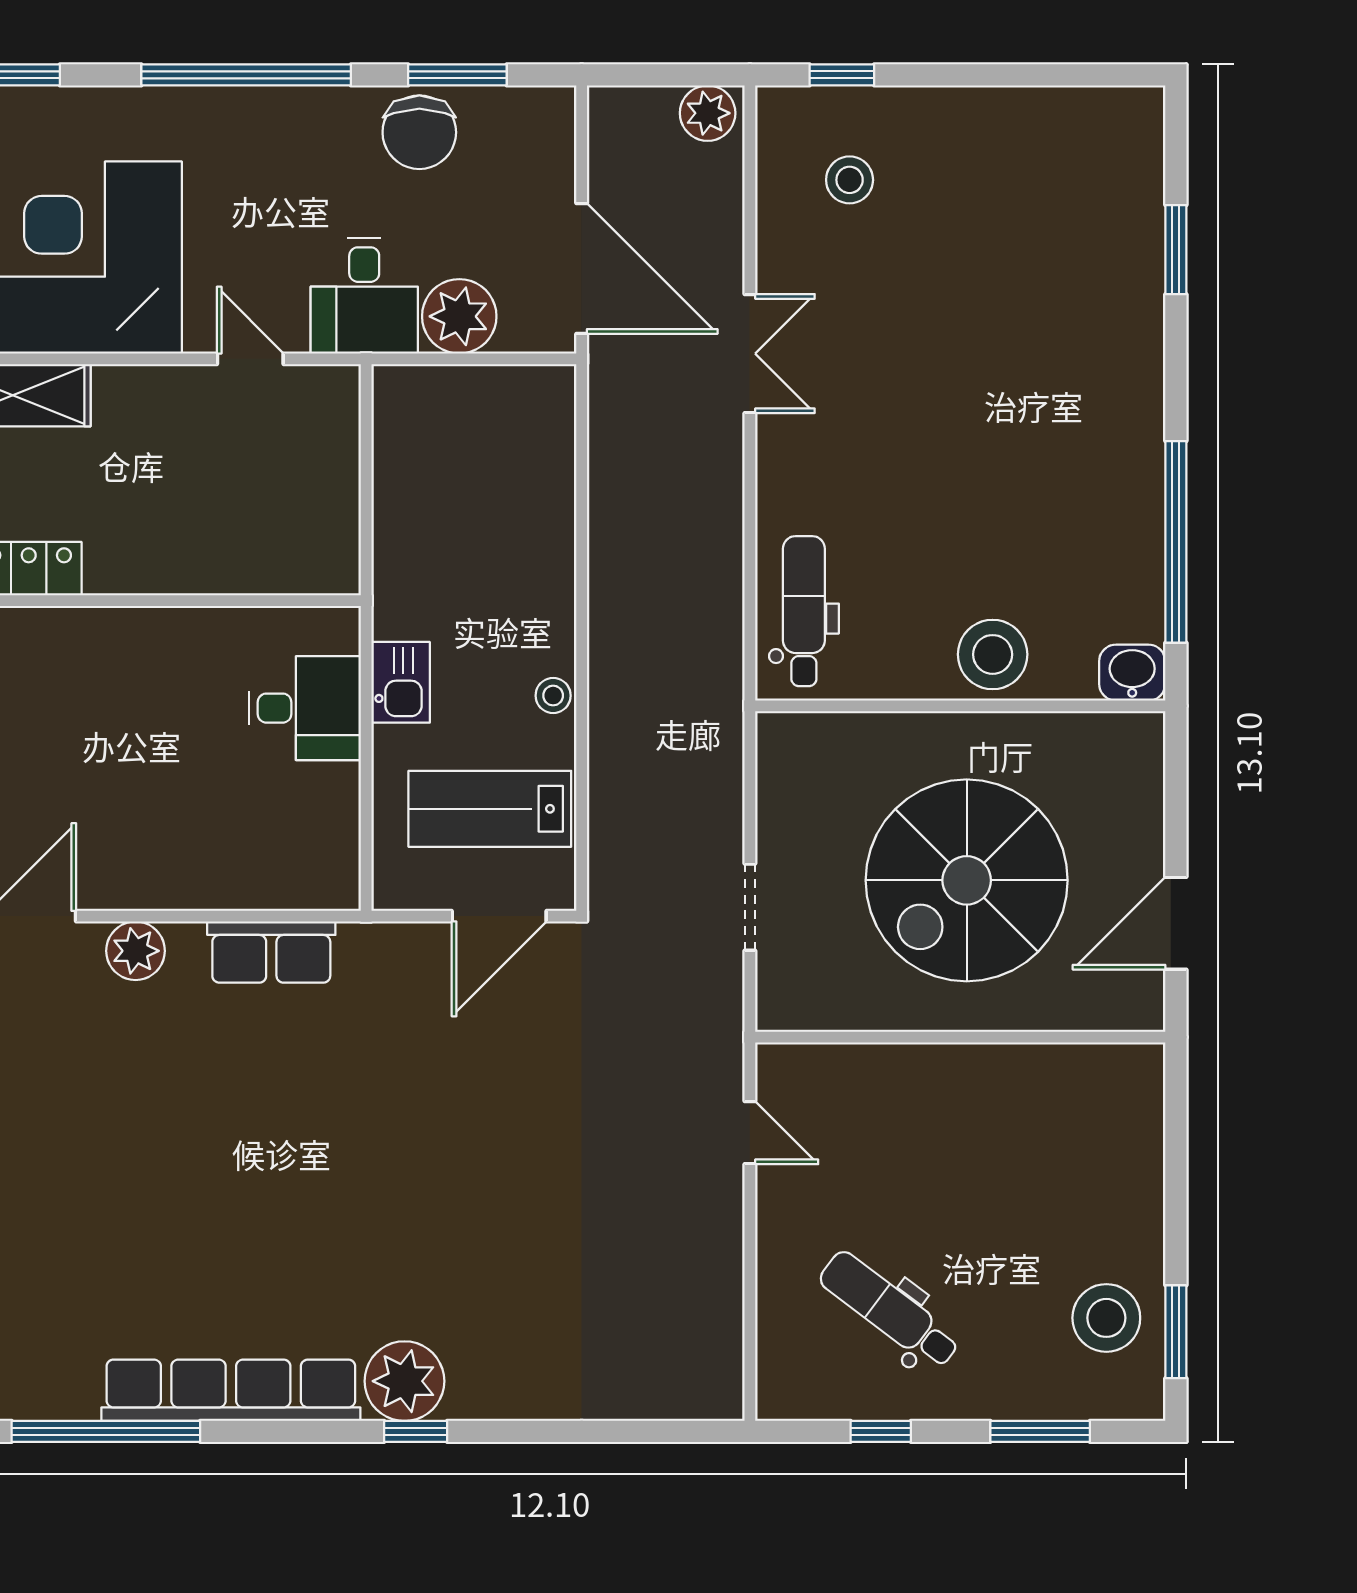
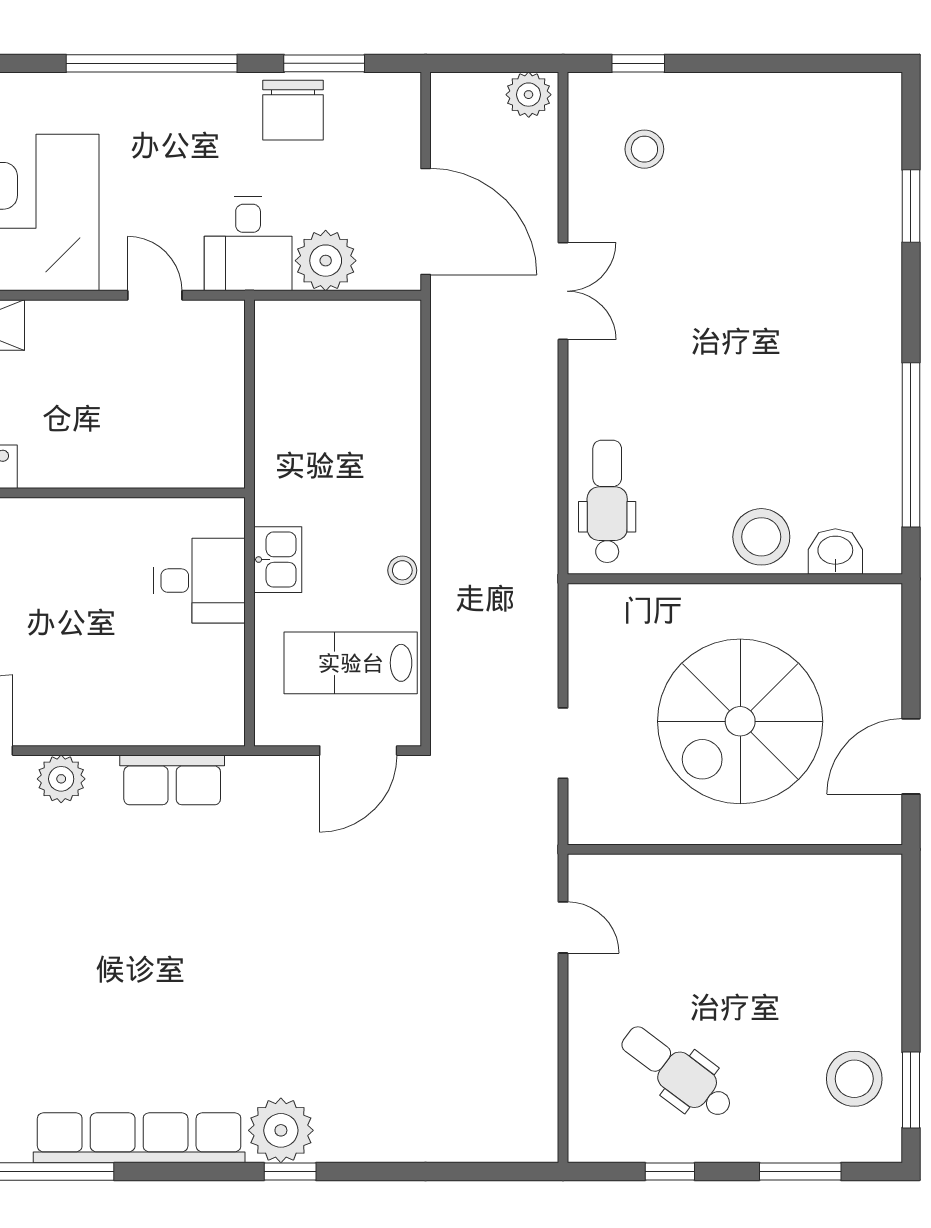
washbasin: (1132, 673) -> (835, 552), moved

